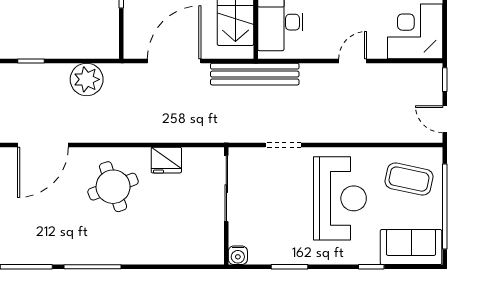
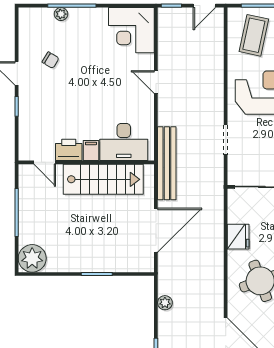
door: (174, 61) -> (156, 230), swing flipped
plant: (87, 79) -> (165, 303), width x0.53, depth x0.53

